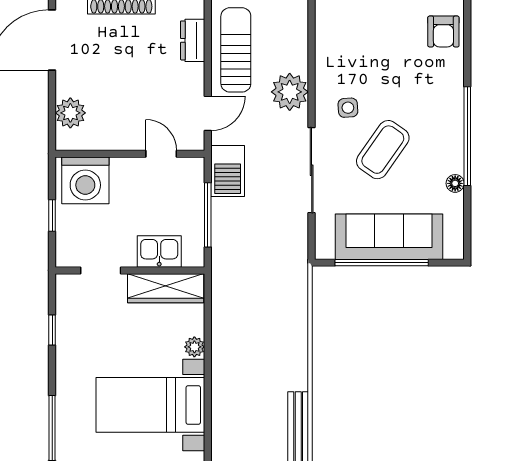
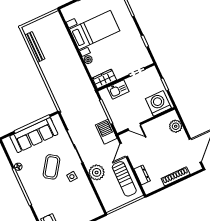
wardrobe: (166, 288) -> (104, 79), width x0.67

